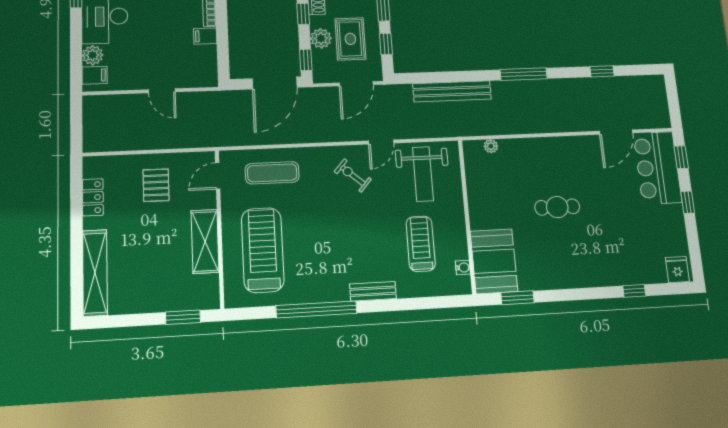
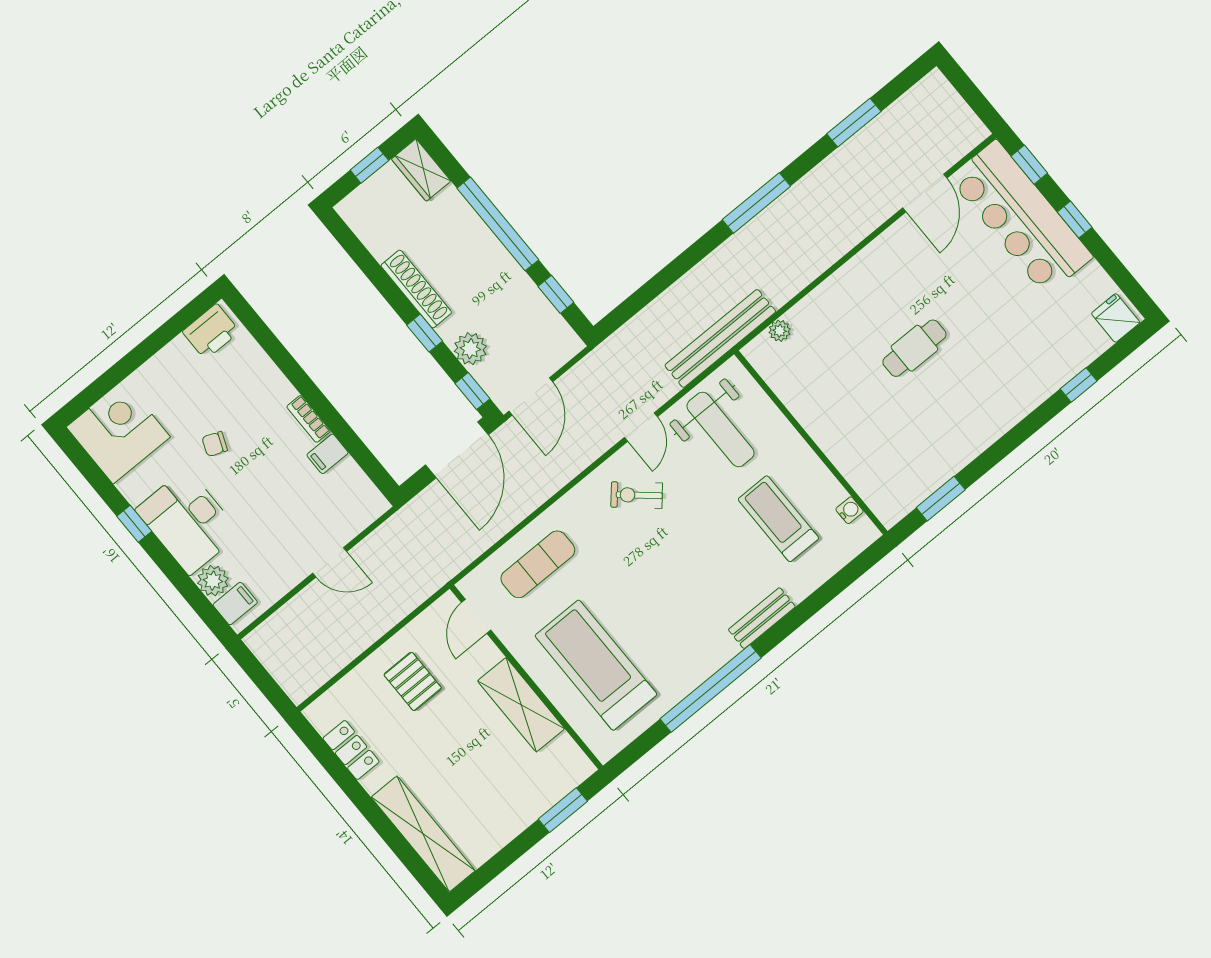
rug: (350, 39) -> (507, 322), removed
window: (602, 71) -> (854, 123), width x1.50
door: (356, 84) -> (531, 397), moved
bench: (452, 91) -> (720, 338), moved
bar counter: (657, 168) -> (1021, 218), width x1.36
booth: (494, 261) -> (882, 475), removed

